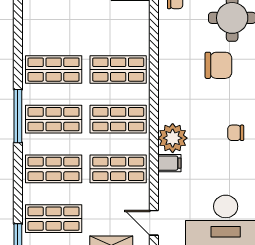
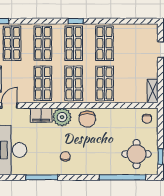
chair: (218, 65) -> (87, 119), moved
window: (18, 116) -> (76, 21), width x0.46
filing cabinet: (169, 163) -> (41, 115), width x2.00

